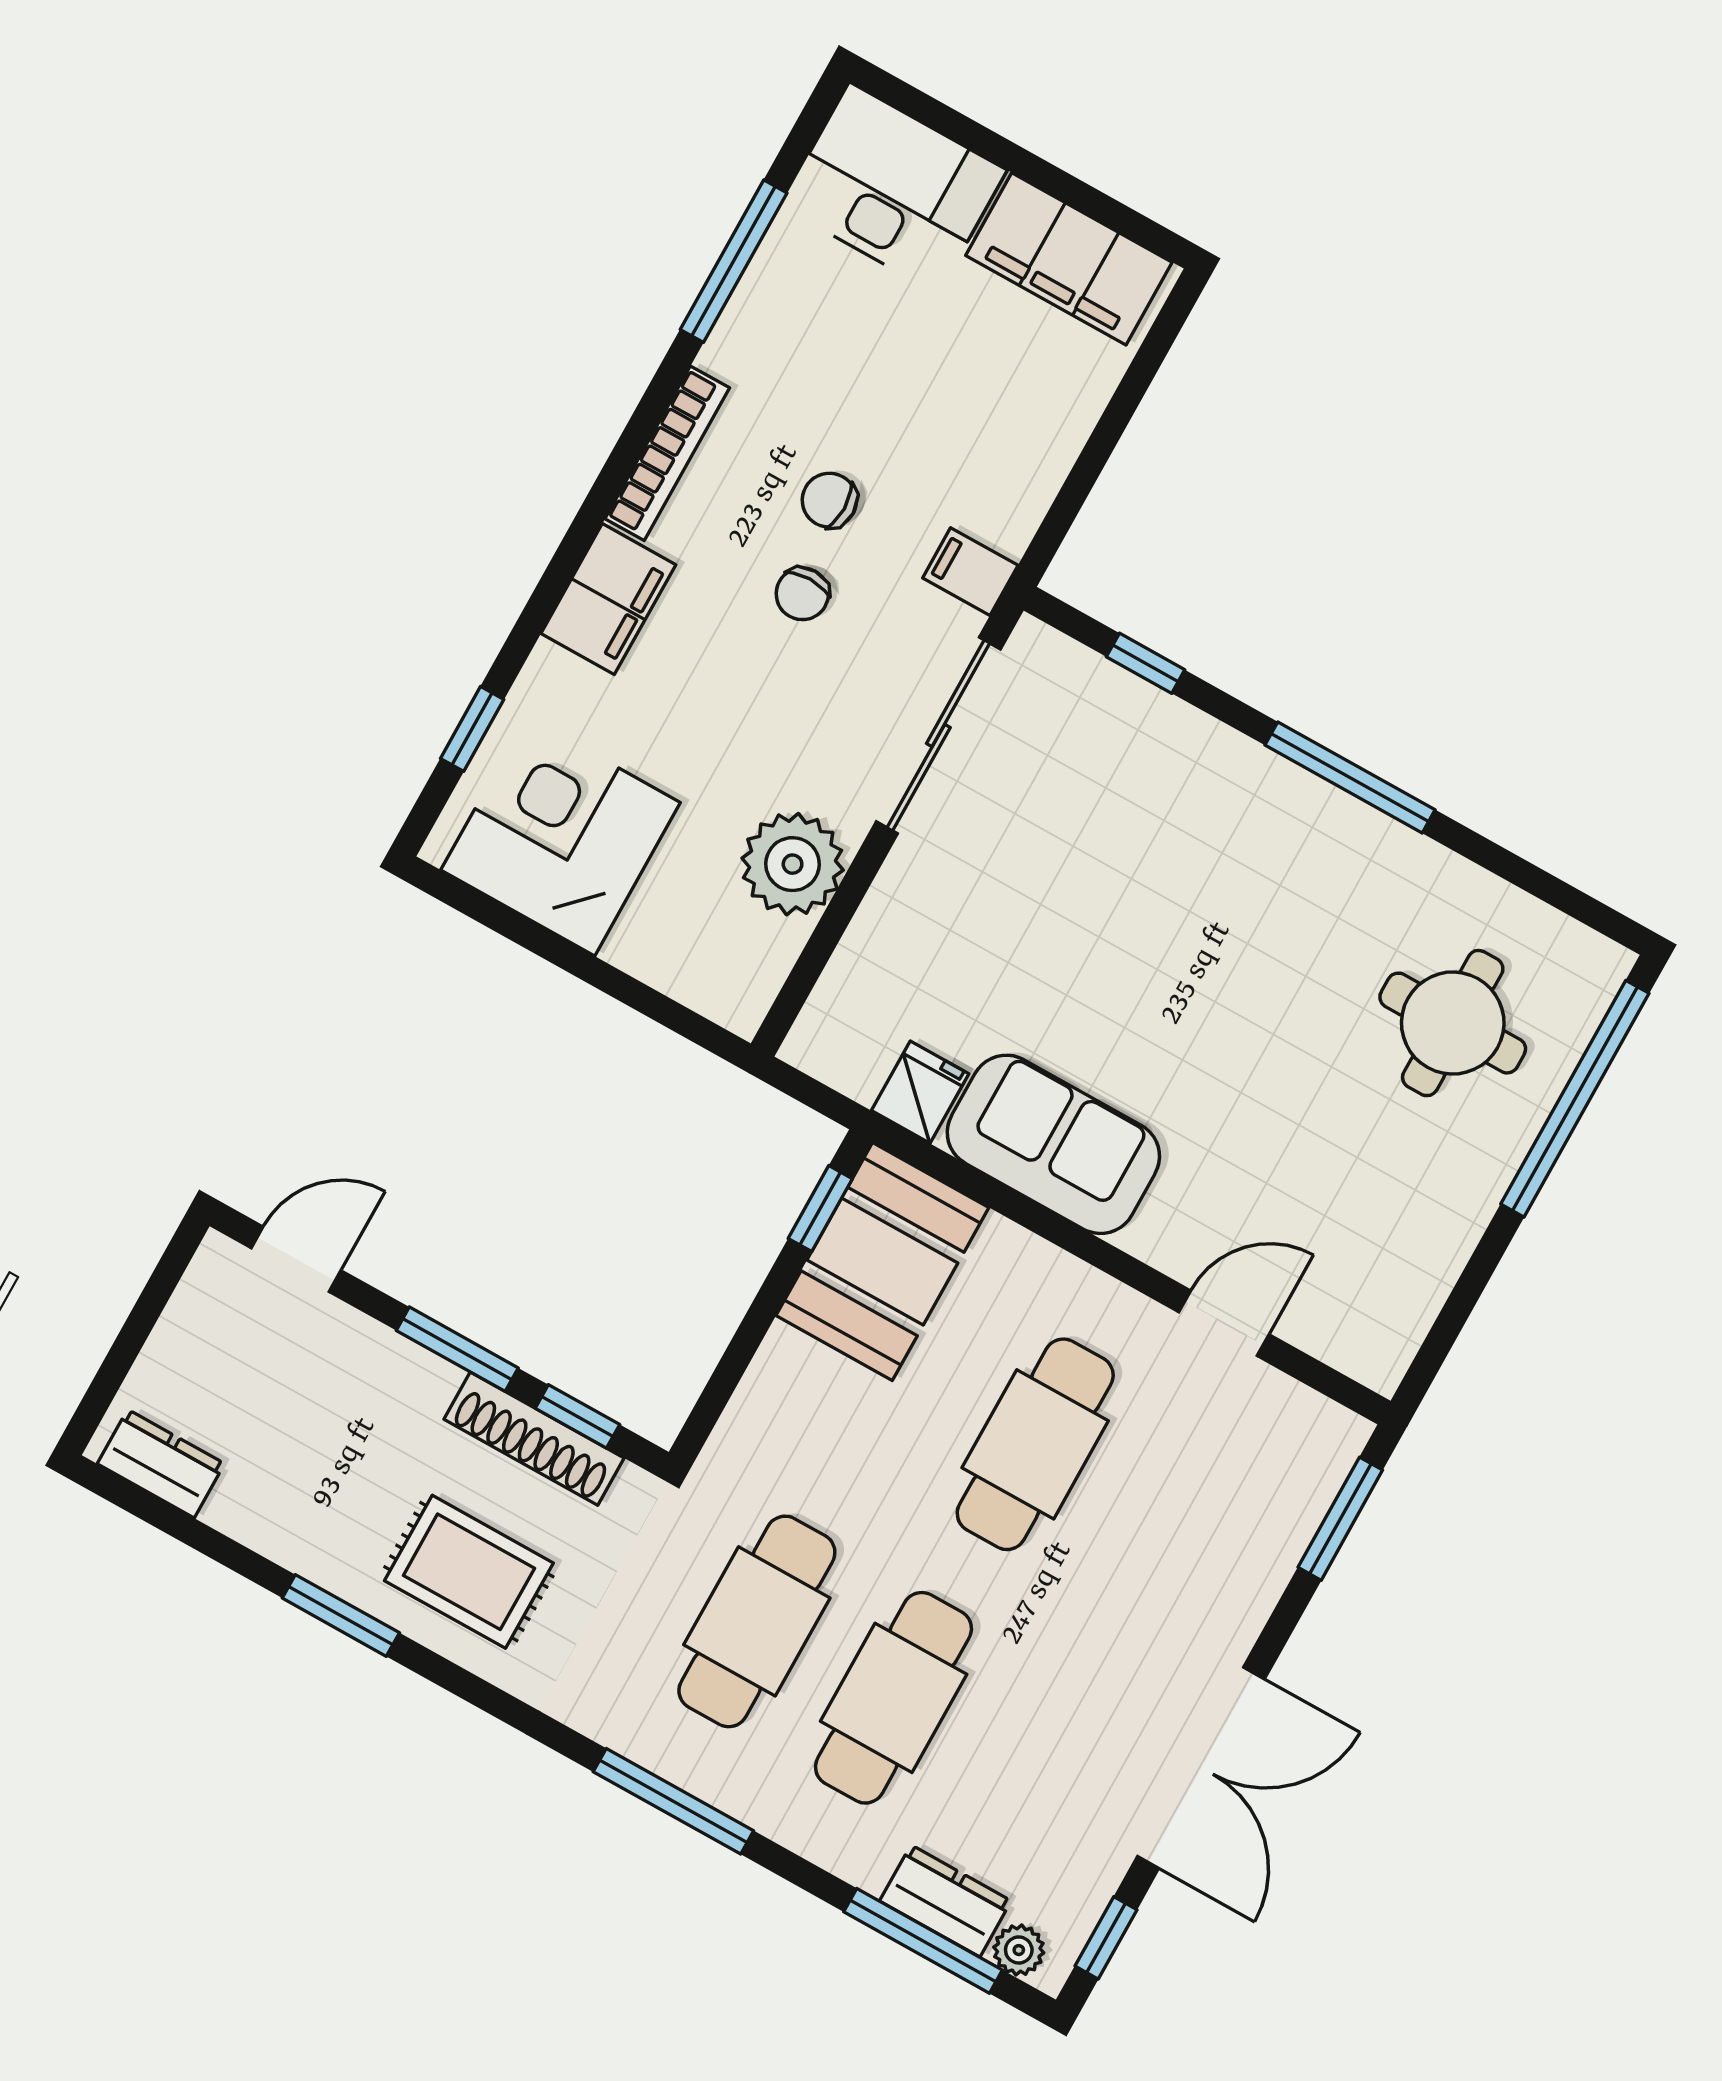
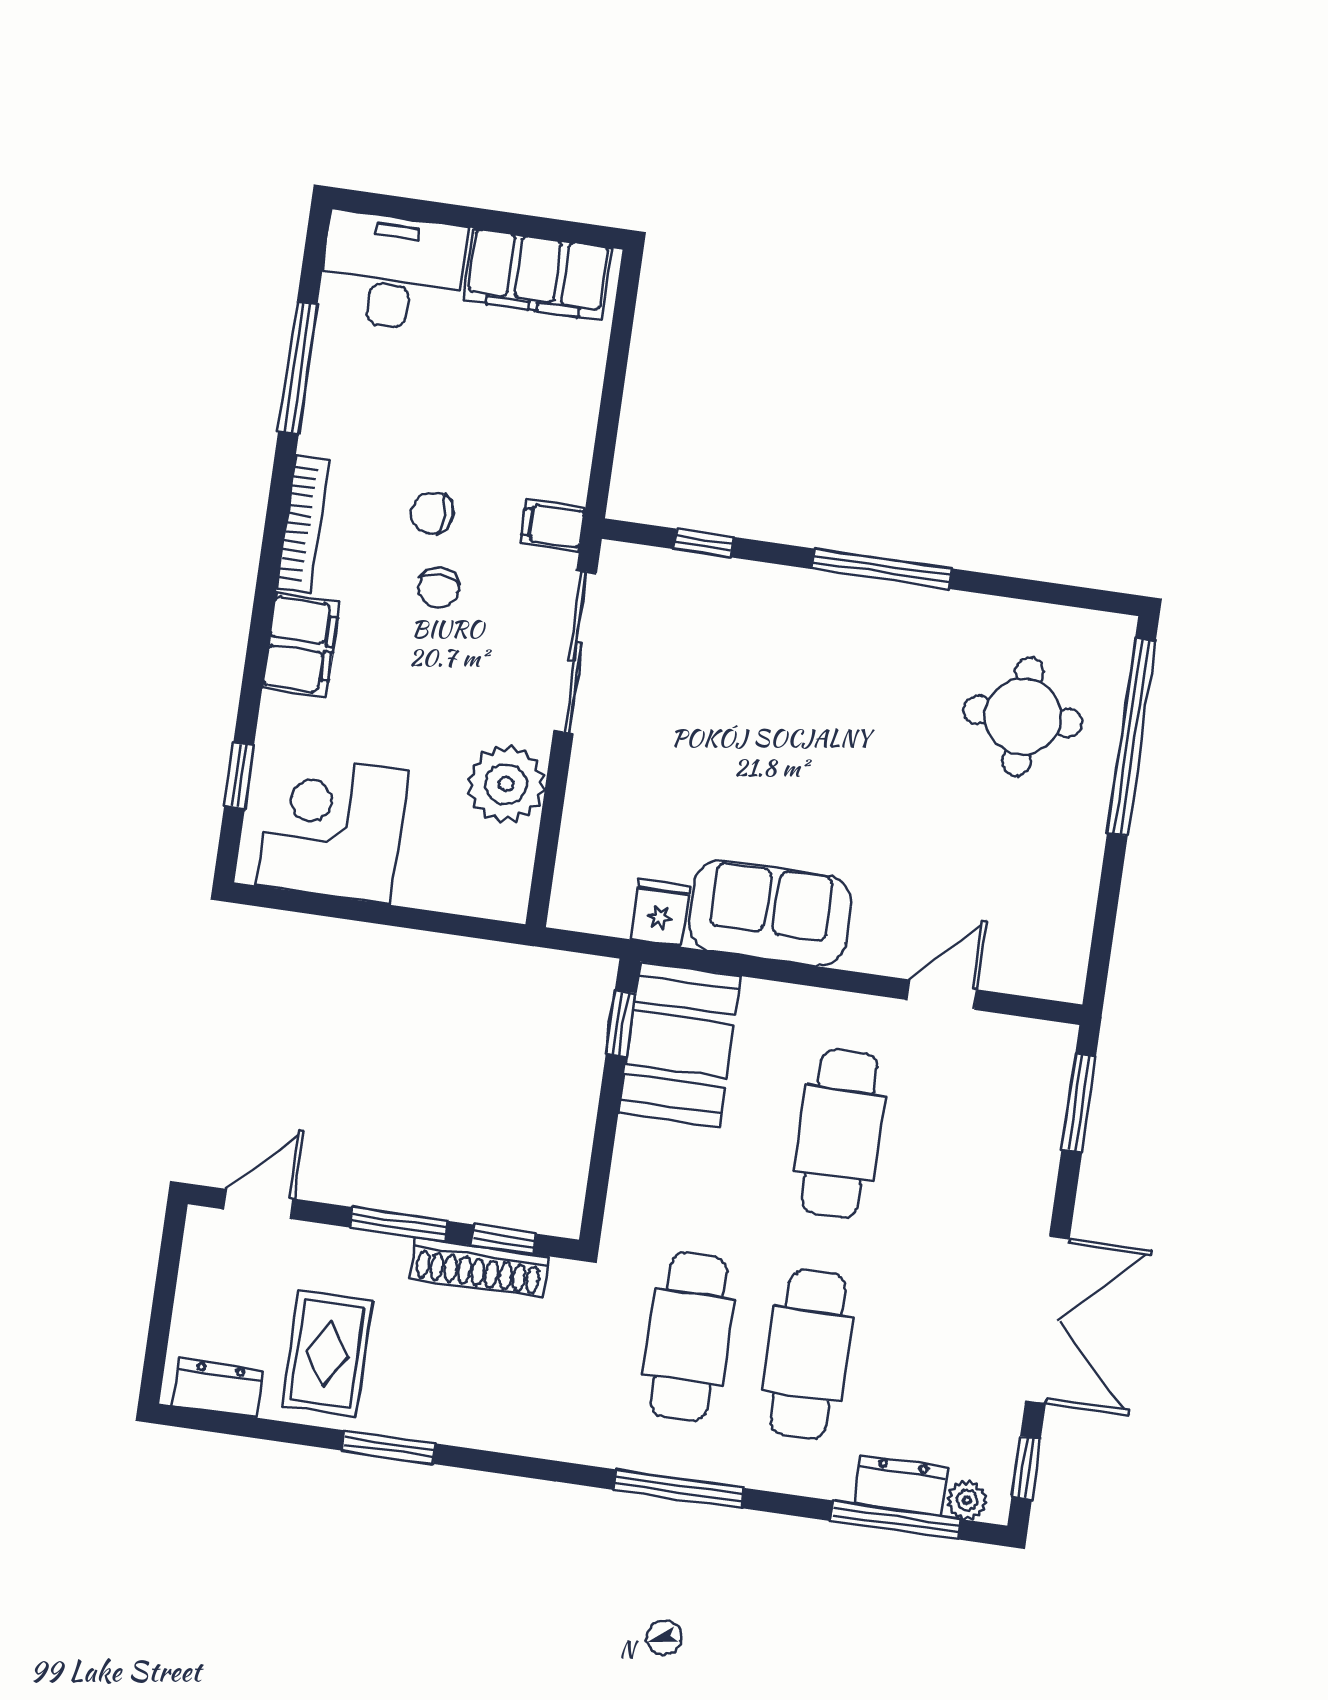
rug: (469, 1572) -> (327, 1354), moved, turned 90

